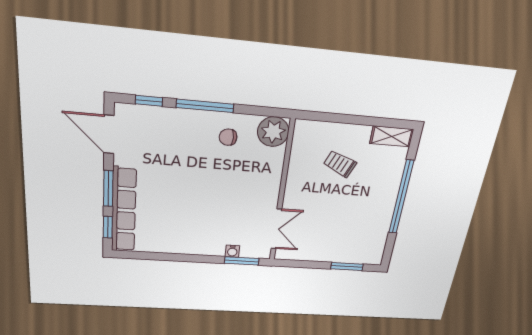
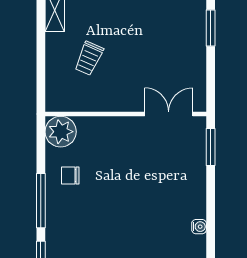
chair: (228, 137) -> (70, 176), turned 90
water cooler: (232, 251) -> (199, 227), moved

